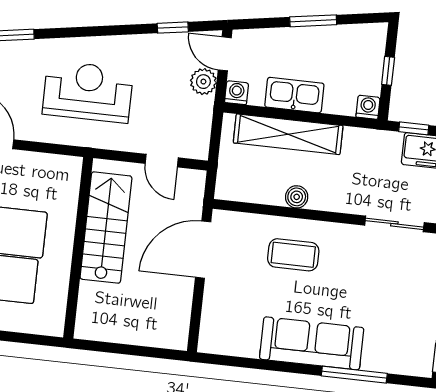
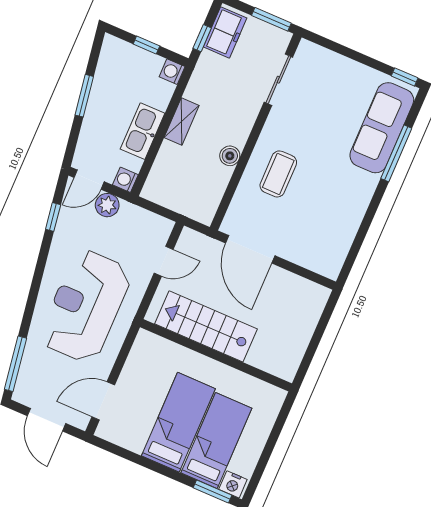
reception desk: (88, 92) -> (86, 306), width x1.36, depth x1.30
shelving: (288, 134) -> (182, 121), width x0.45, depth x0.75
sofa: (312, 343) -> (382, 128), moved

